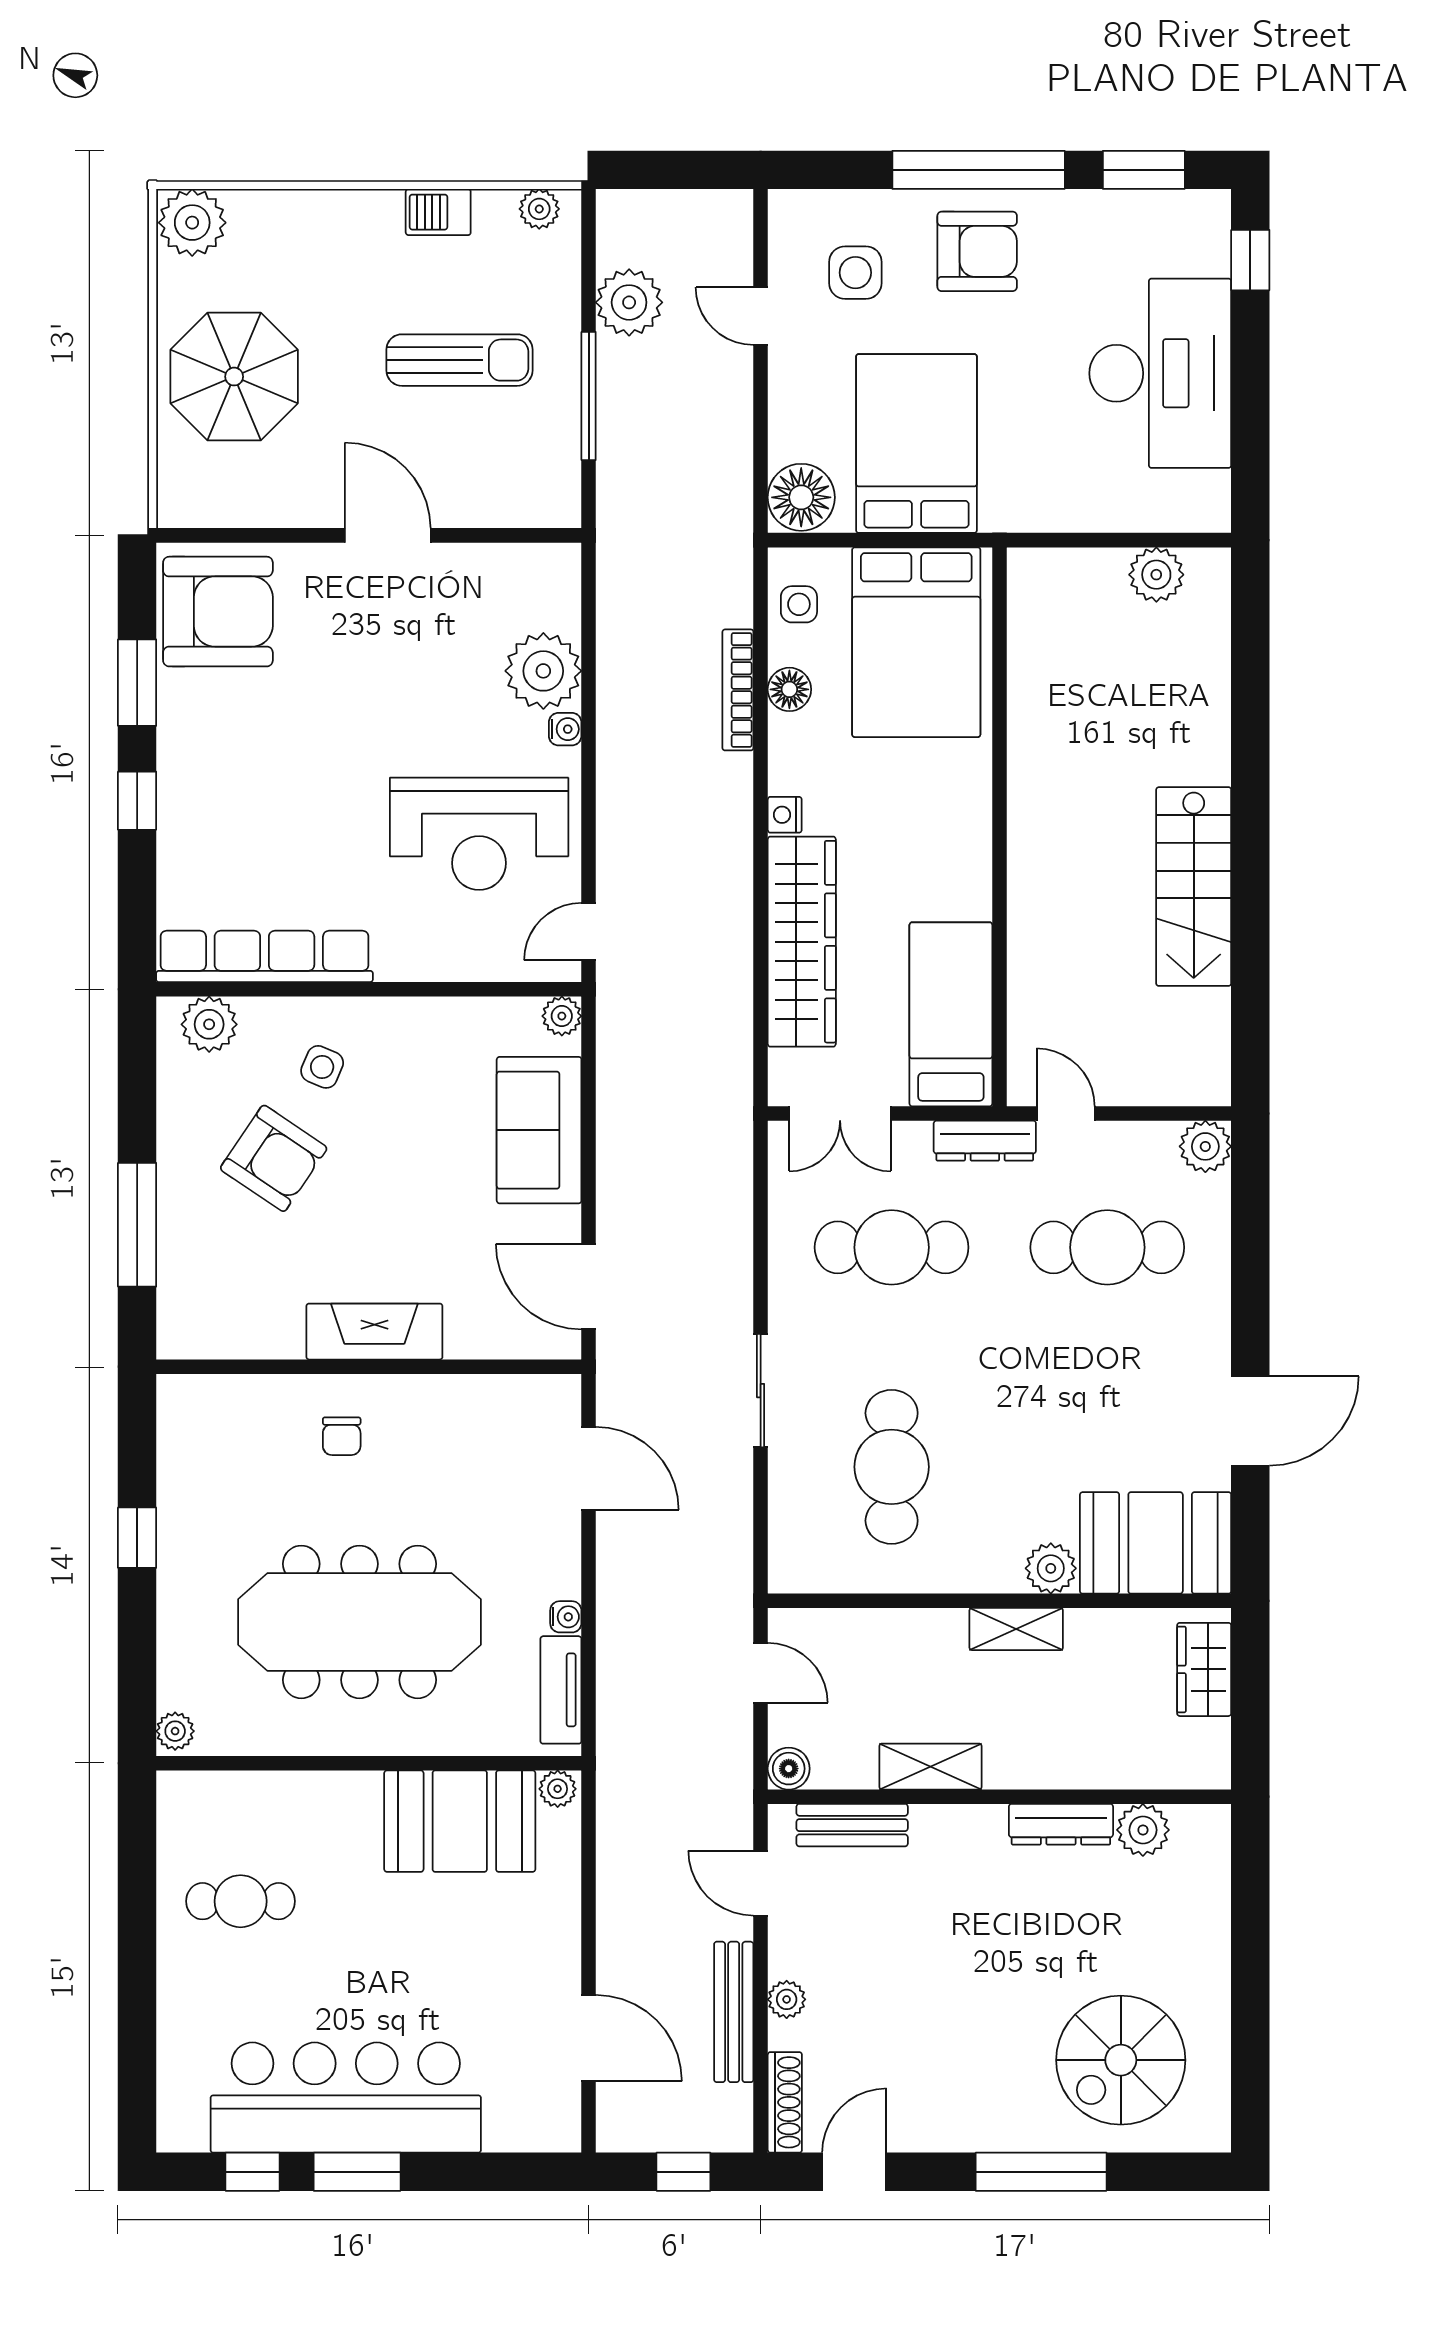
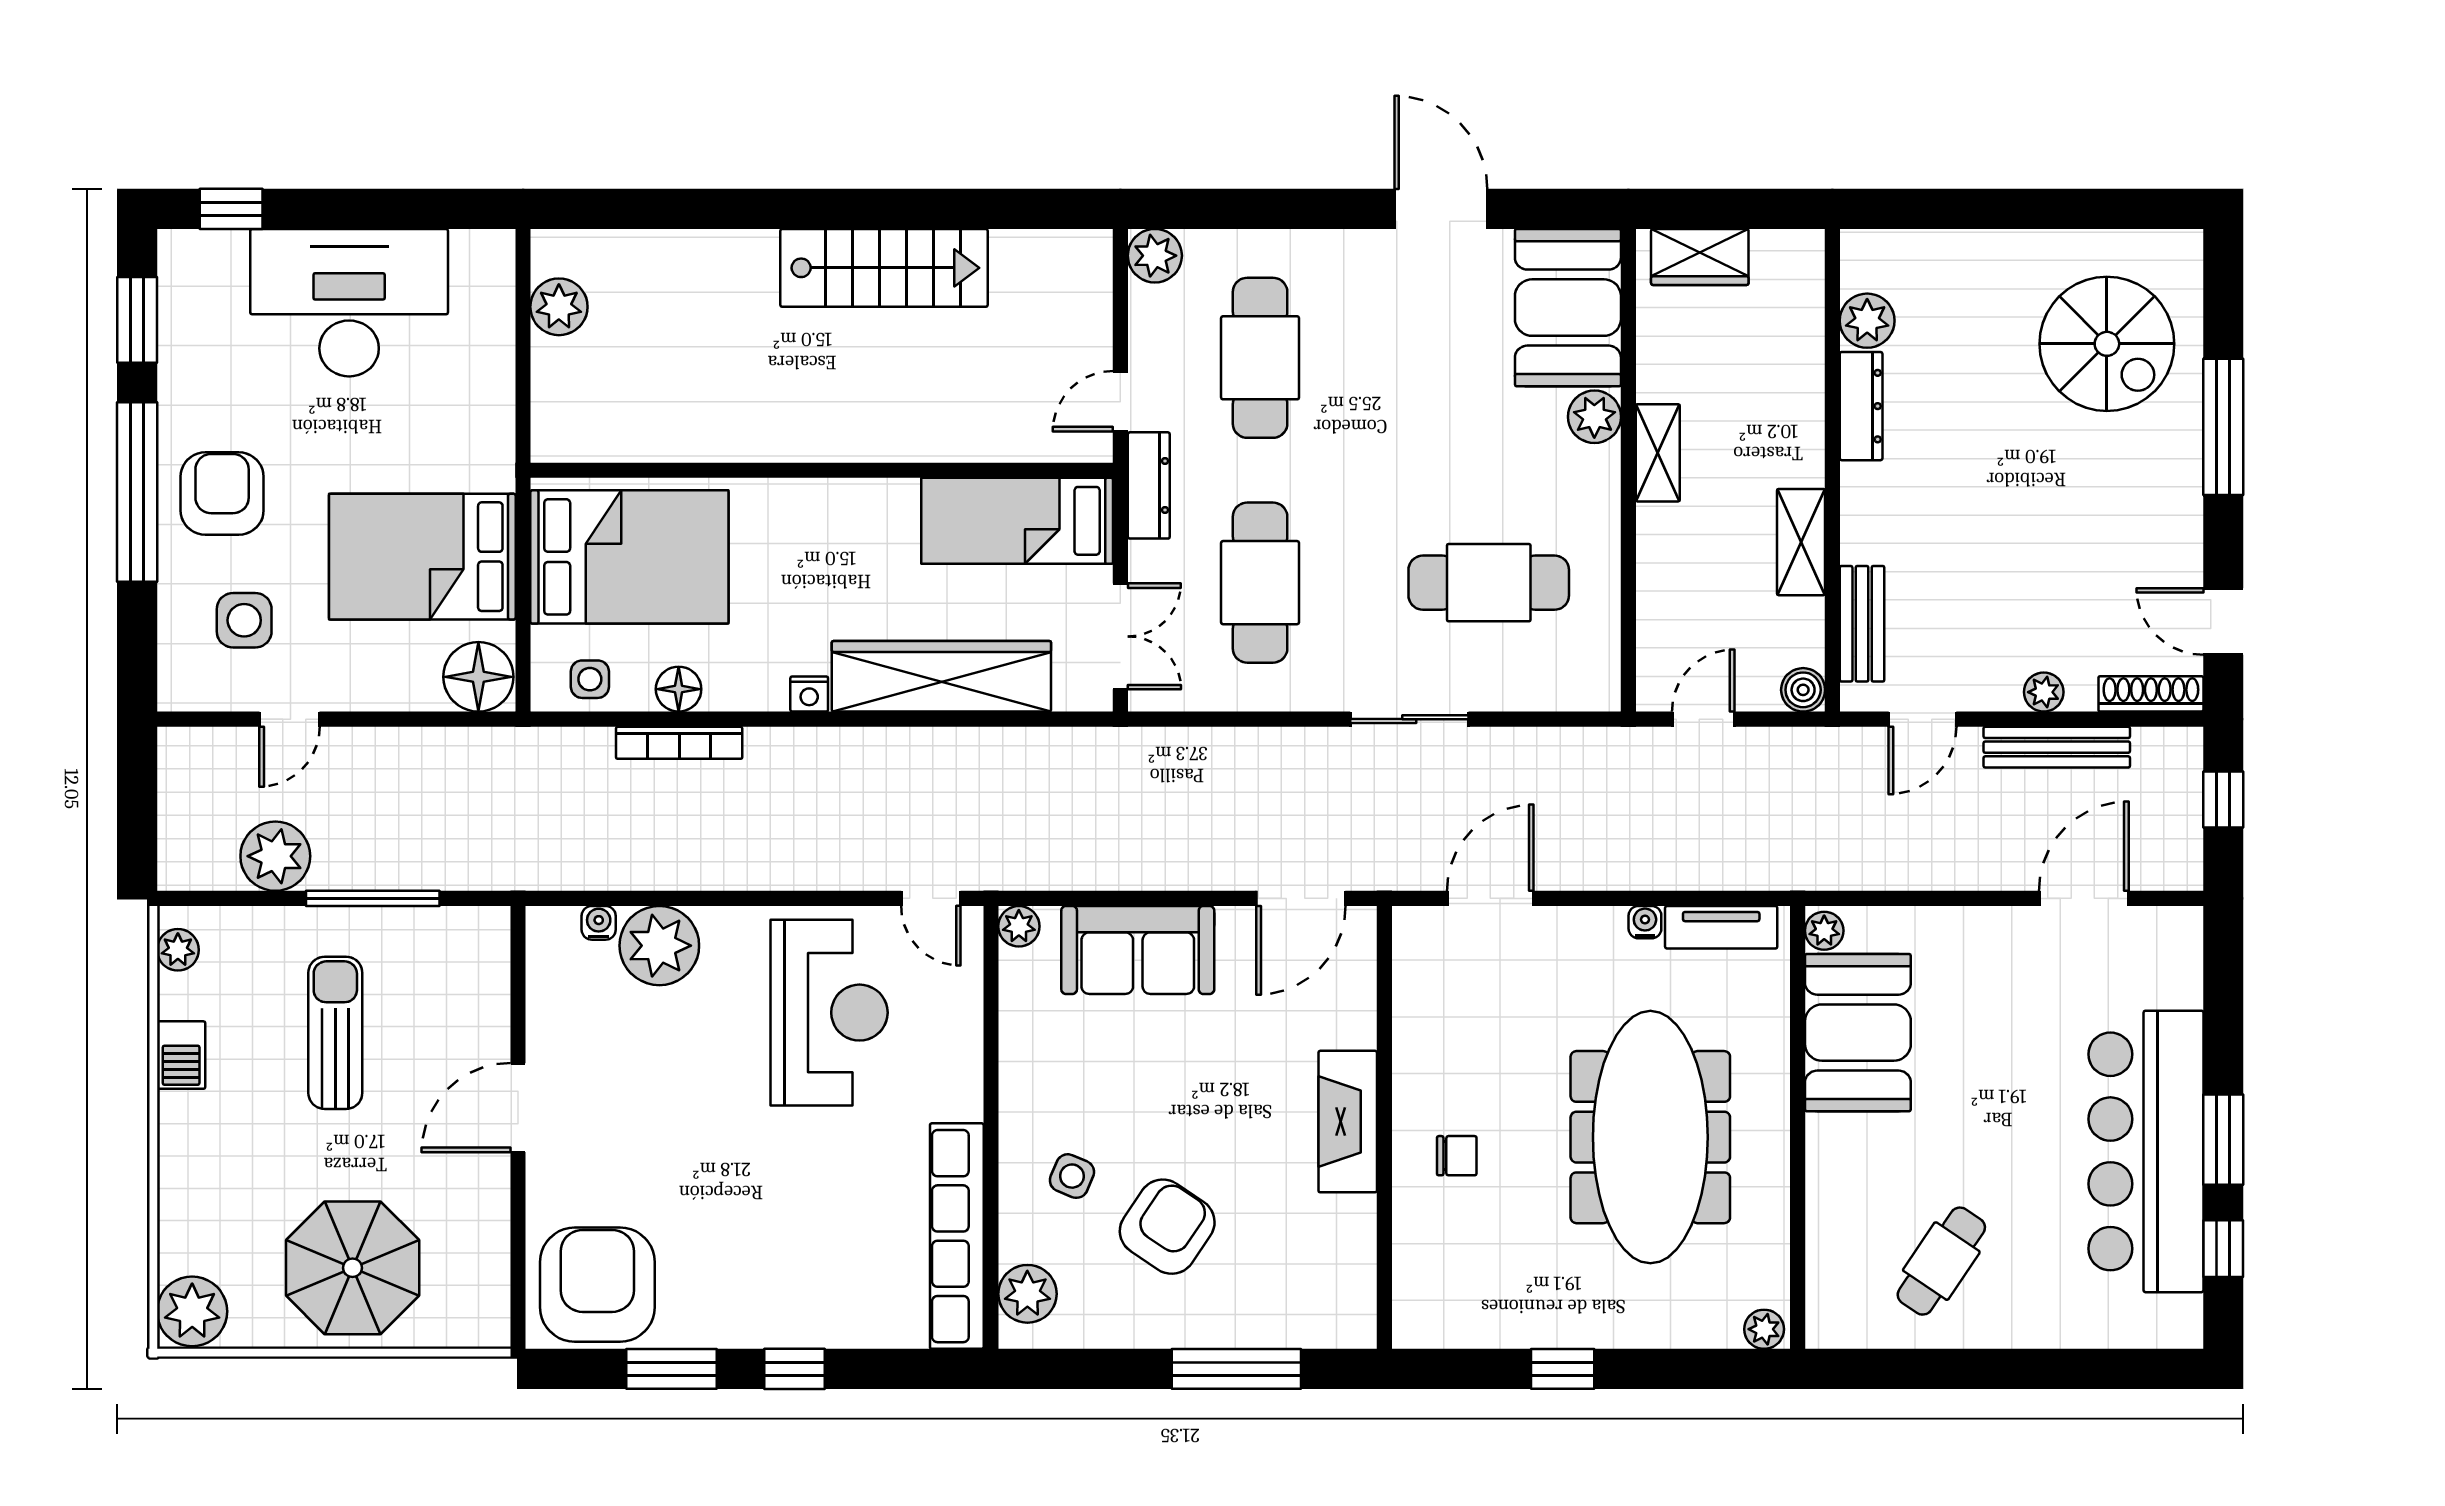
water cooler: (565, 729) -> (599, 923), moved
cafe table: (241, 1901) -> (1941, 1261), turned 34

